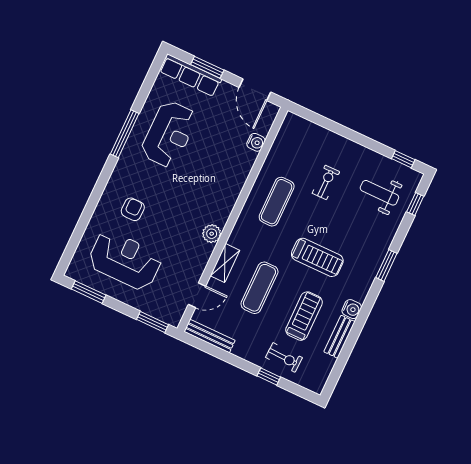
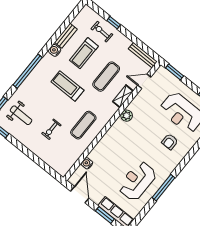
window: (386, 265) -> (28, 71), width x2.11

